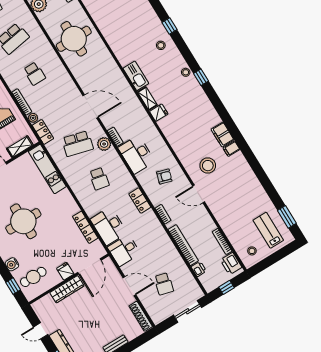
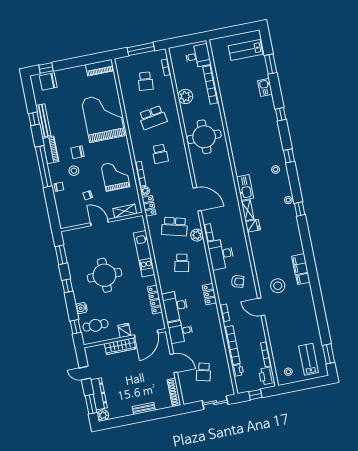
kitchen unit: (47, 169) -> (144, 254), moved

